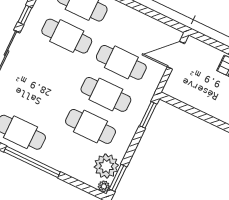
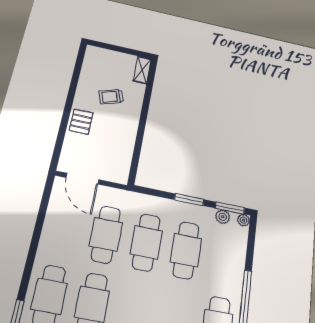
window: (148, 115) -> (189, 200), moved
plant: (106, 166) -> (223, 217), width x0.53, depth x0.53

